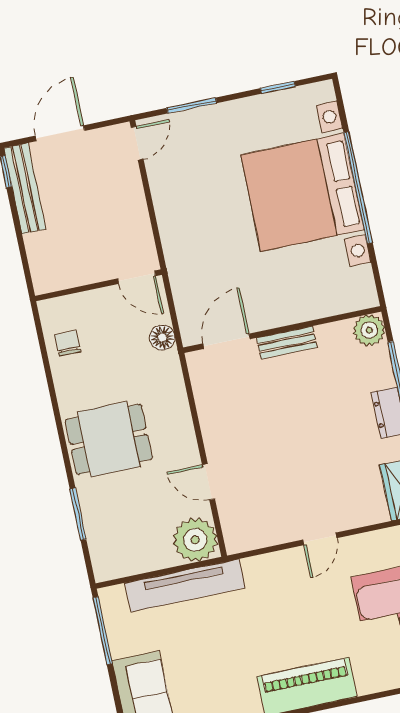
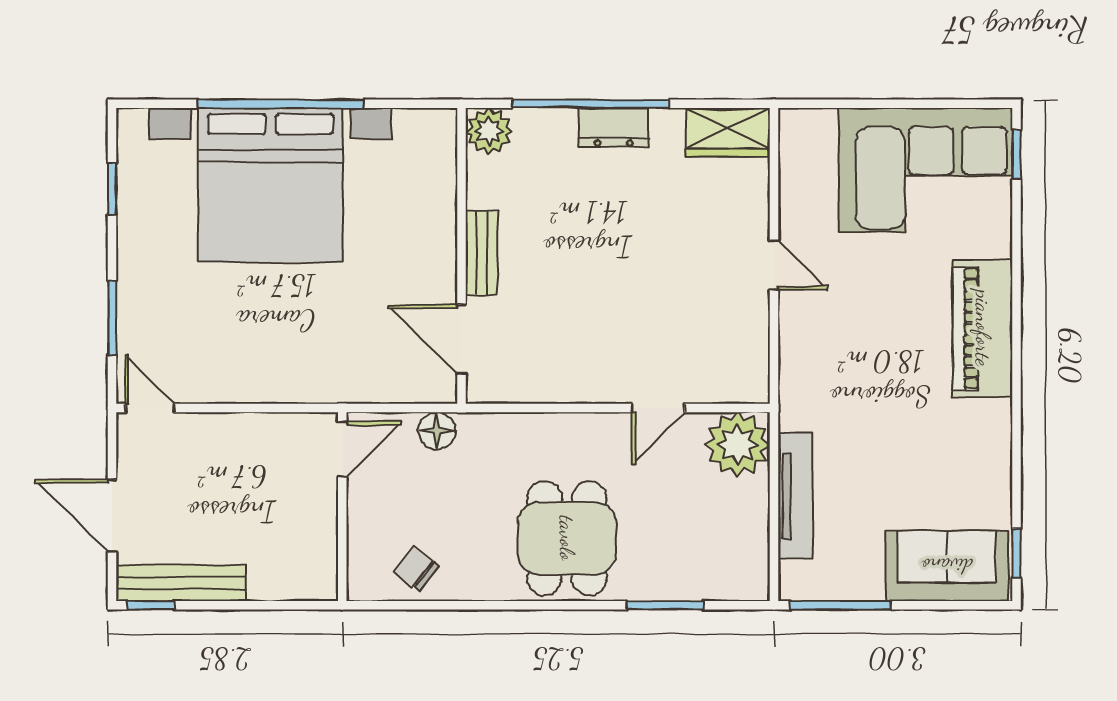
chair: (68, 343) -> (416, 568), turned 39
tv unit: (185, 585) -> (795, 496), width x0.73, depth x0.78

